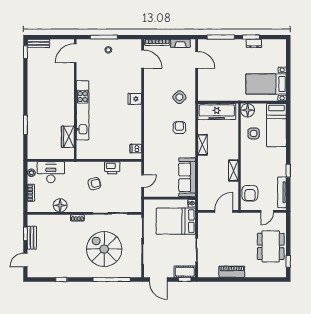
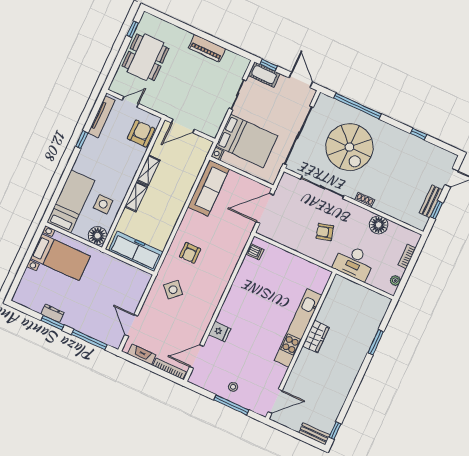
door: (143, 59) -> (197, 357), hinge flipped
fridge: (135, 99) -> (220, 332), moved
wardrobe: (68, 137) -> (316, 337), moved
shelving: (203, 145) -> (136, 197), moved
printer: (112, 168) -> (294, 241), removed
desk: (51, 172) -> (354, 262), moved
door: (143, 181) -> (265, 208), width x1.88

